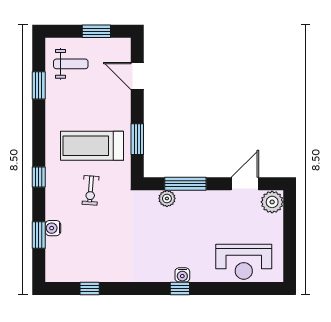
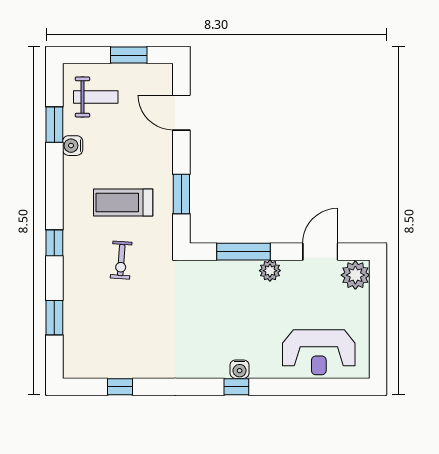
treadmill: (92, 146) -> (123, 203), width x0.73, depth x0.73
plant: (167, 198) -> (270, 271), moved
water cooler: (53, 228) -> (73, 146), moved

